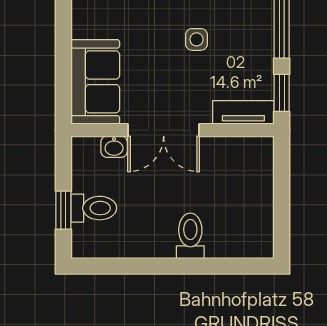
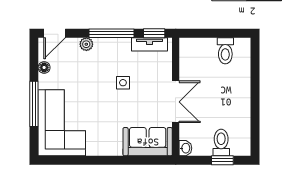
tv unit: (243, 112) -> (149, 44), moved, turned -90
washbasin: (114, 147) -> (185, 148), moved
toilet: (190, 236) -> (225, 51), moved, turned -90

